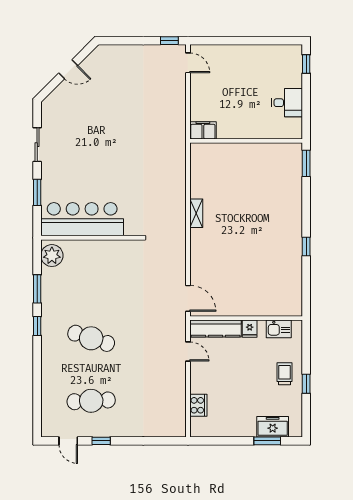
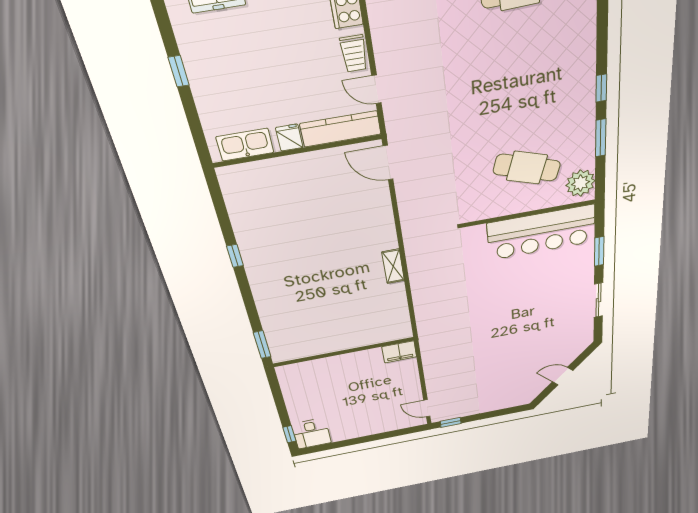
desk: (287, 103) -> (311, 434), moved, turned -90
kitchen sink: (279, 329) -> (245, 145), width x1.38
cafe table: (91, 338) -> (527, 168), moved
trolley: (284, 374) -> (354, 54), moved

